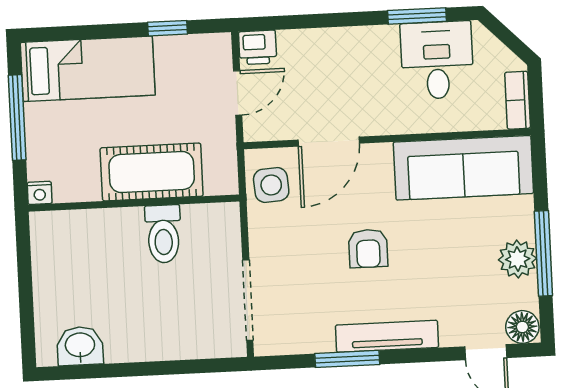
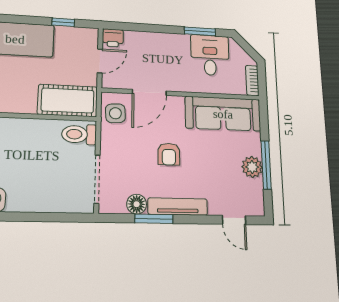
cot: (152, 172) -> (68, 101), moved
toilet: (163, 234) -> (79, 134), moved, turned 90
floor lamp: (522, 327) -> (137, 204), moved

